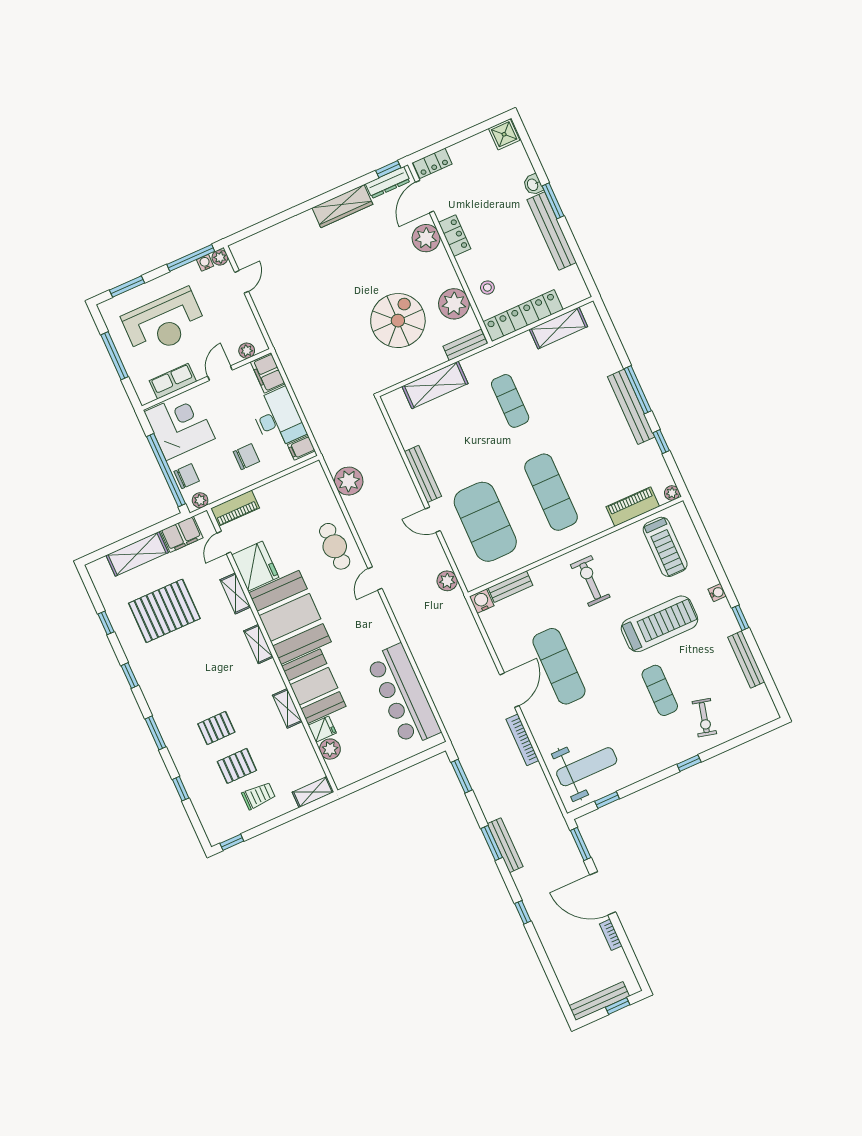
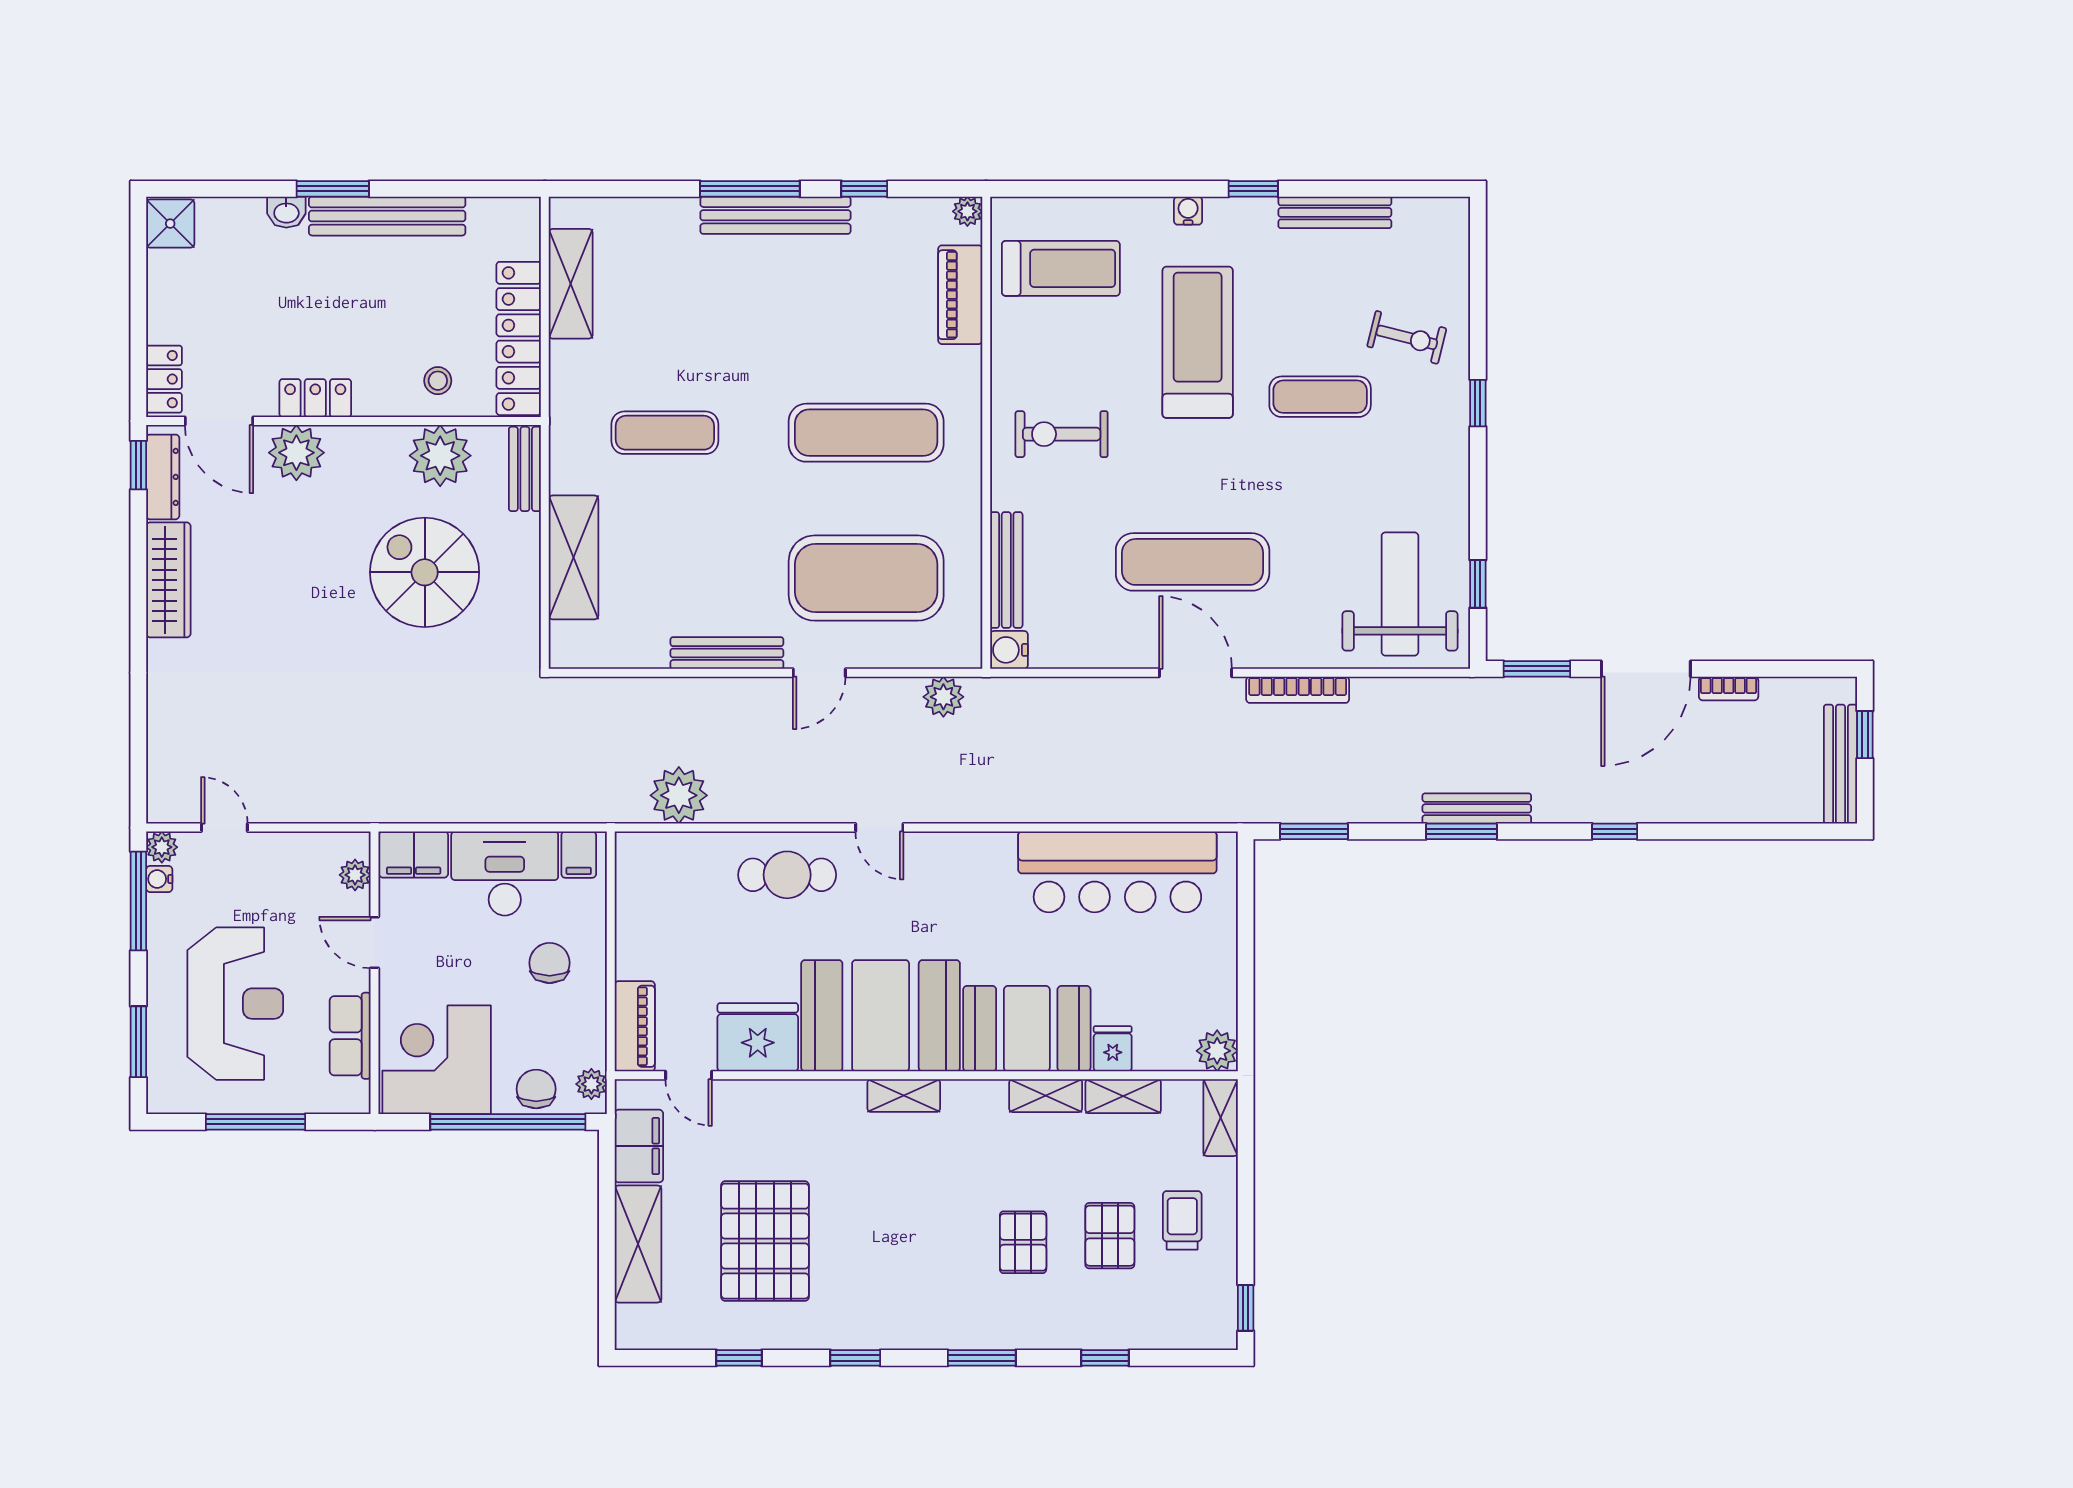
bench: (510, 587) -> (1006, 570), width x1.36
shelving: (235, 593) -> (1123, 1096), moved
plant: (330, 749) -> (1217, 1051), moved

